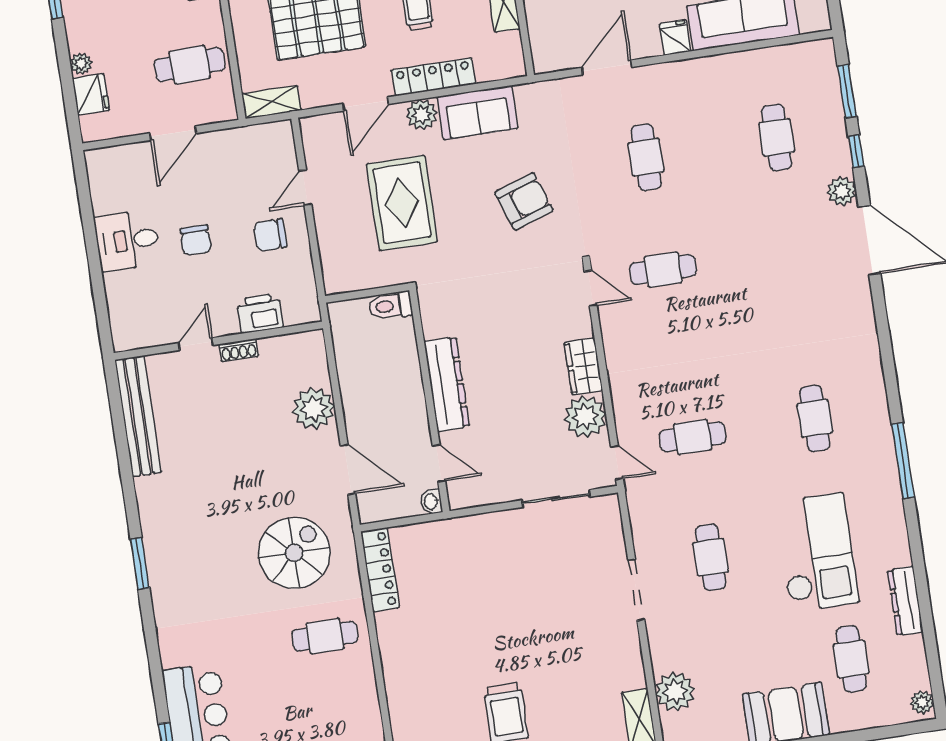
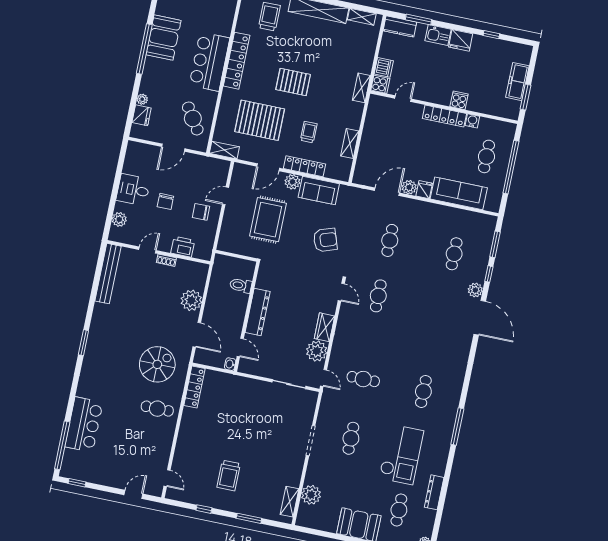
plant: (645, 43) -> (409, 187), added
cafe table: (190, 65) -> (193, 118), turned 59
cafe table: (663, 270) -> (378, 296), turned 90
plant: (121, 306) -> (119, 219), added
toilet: (390, 306) -> (241, 285), moved

